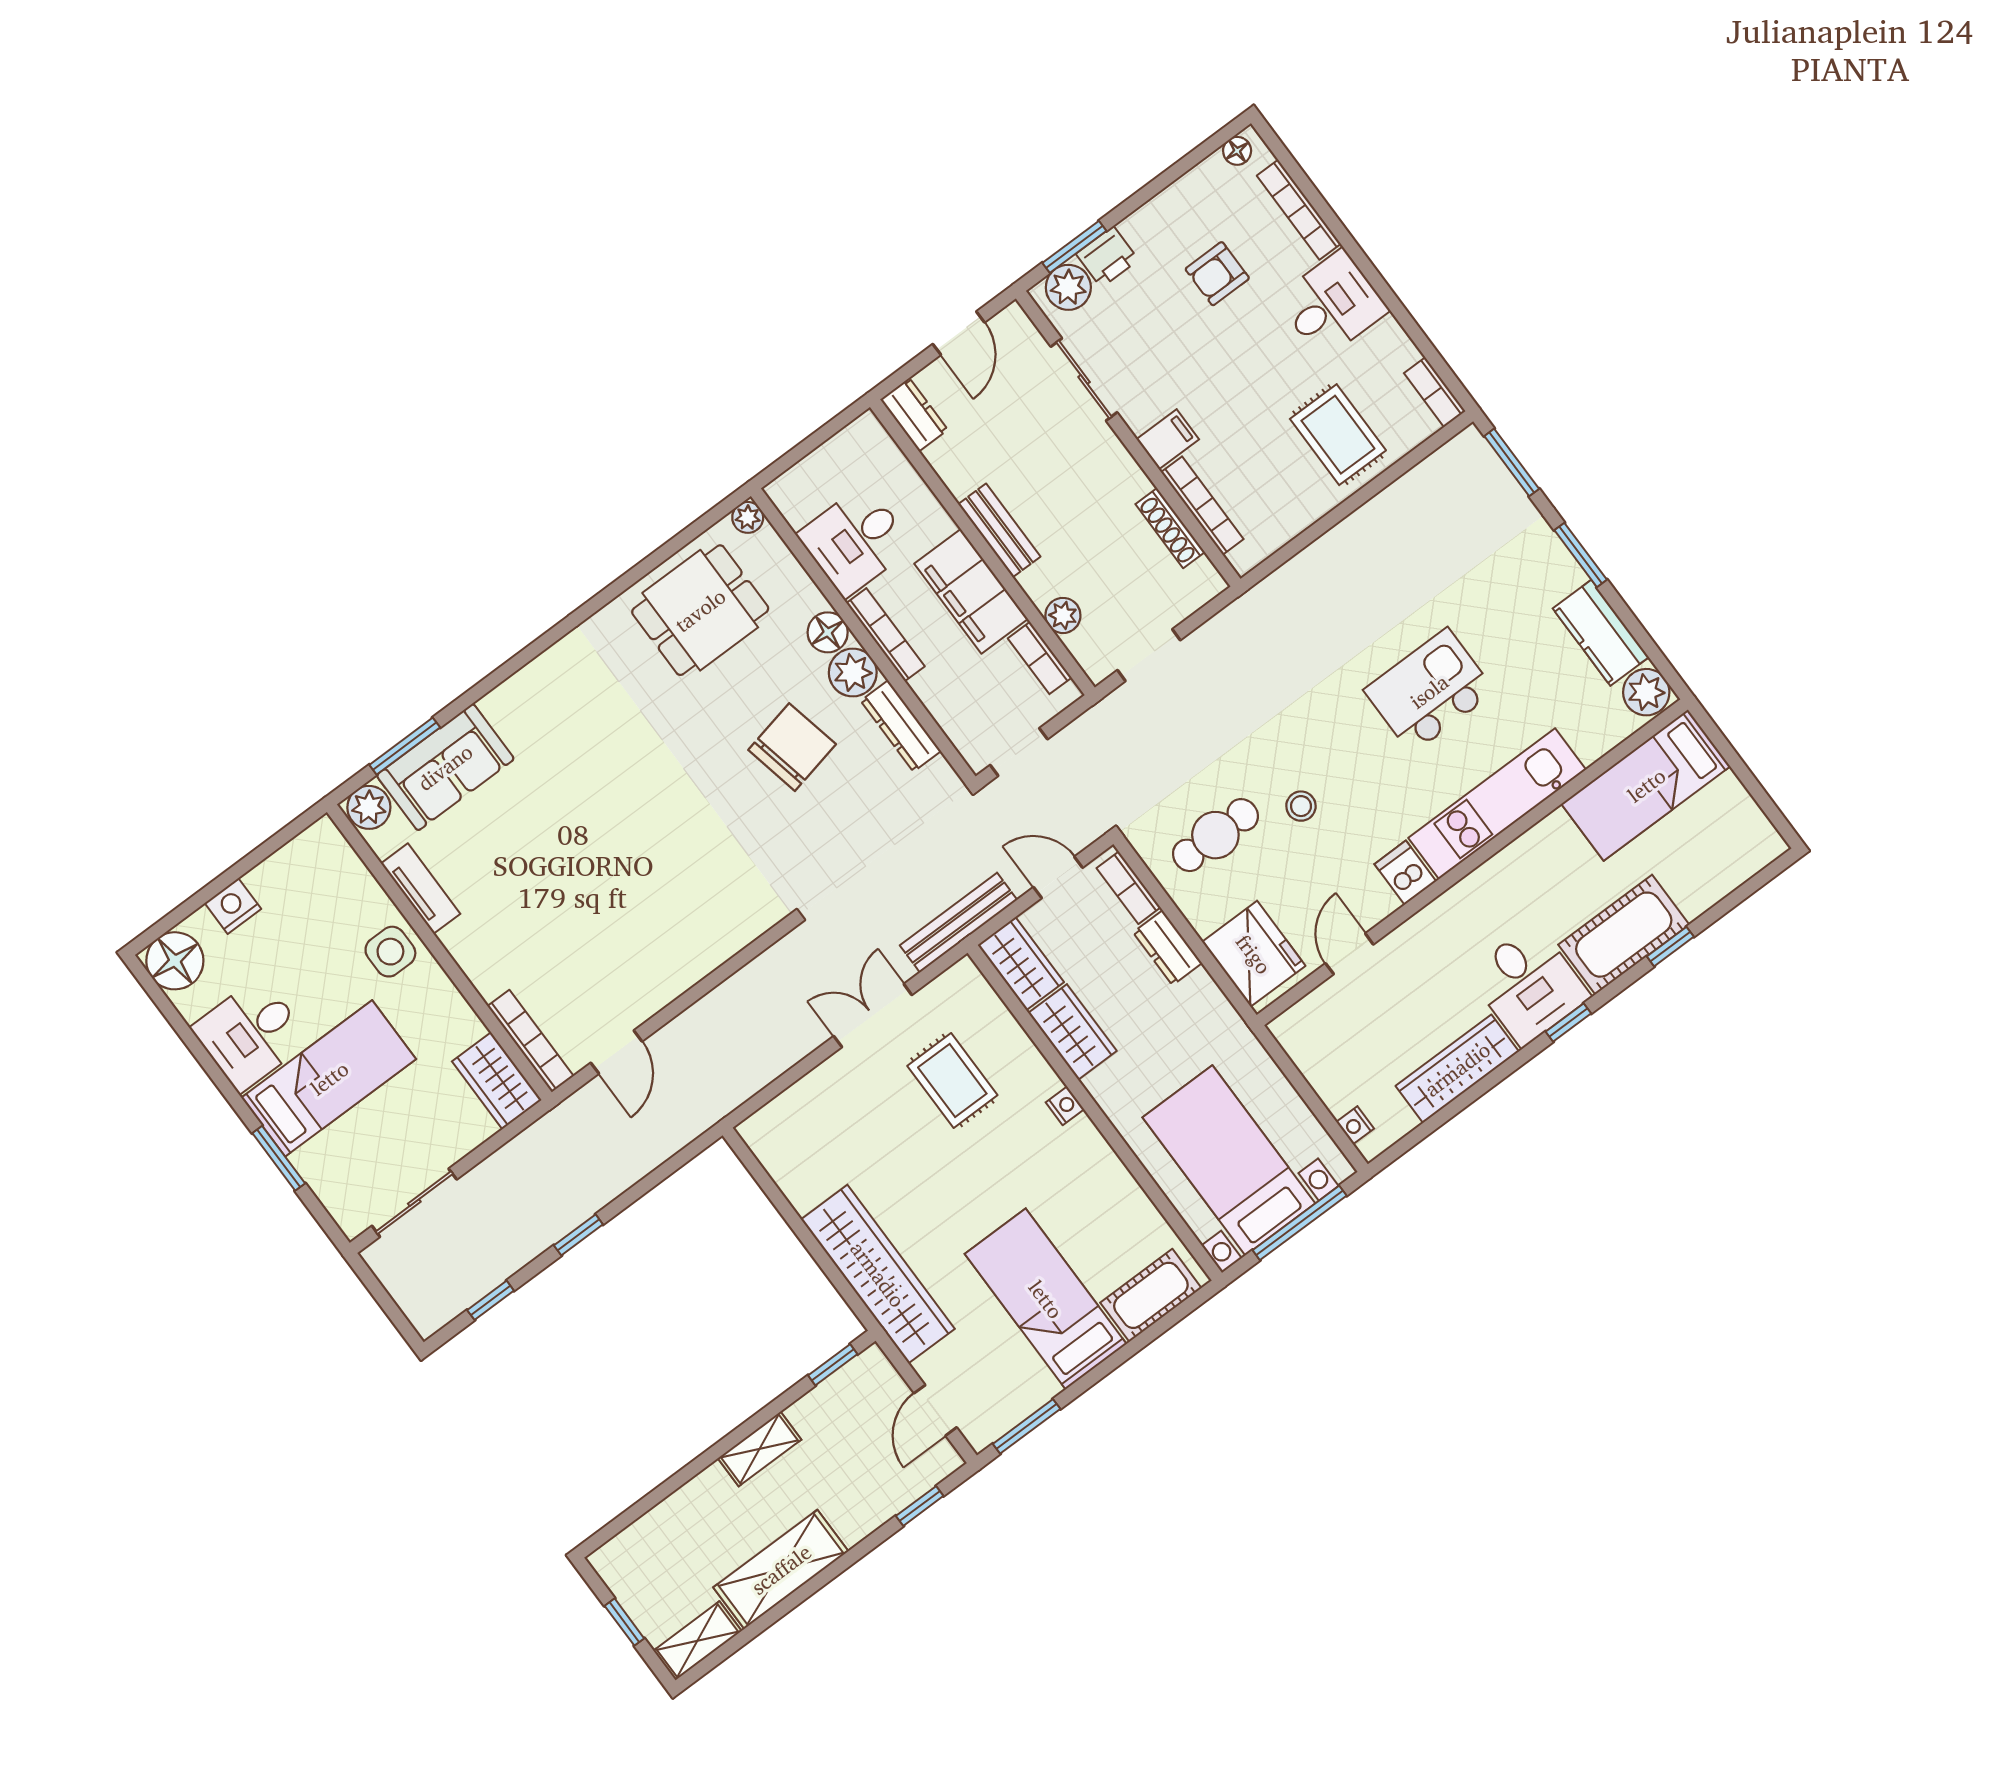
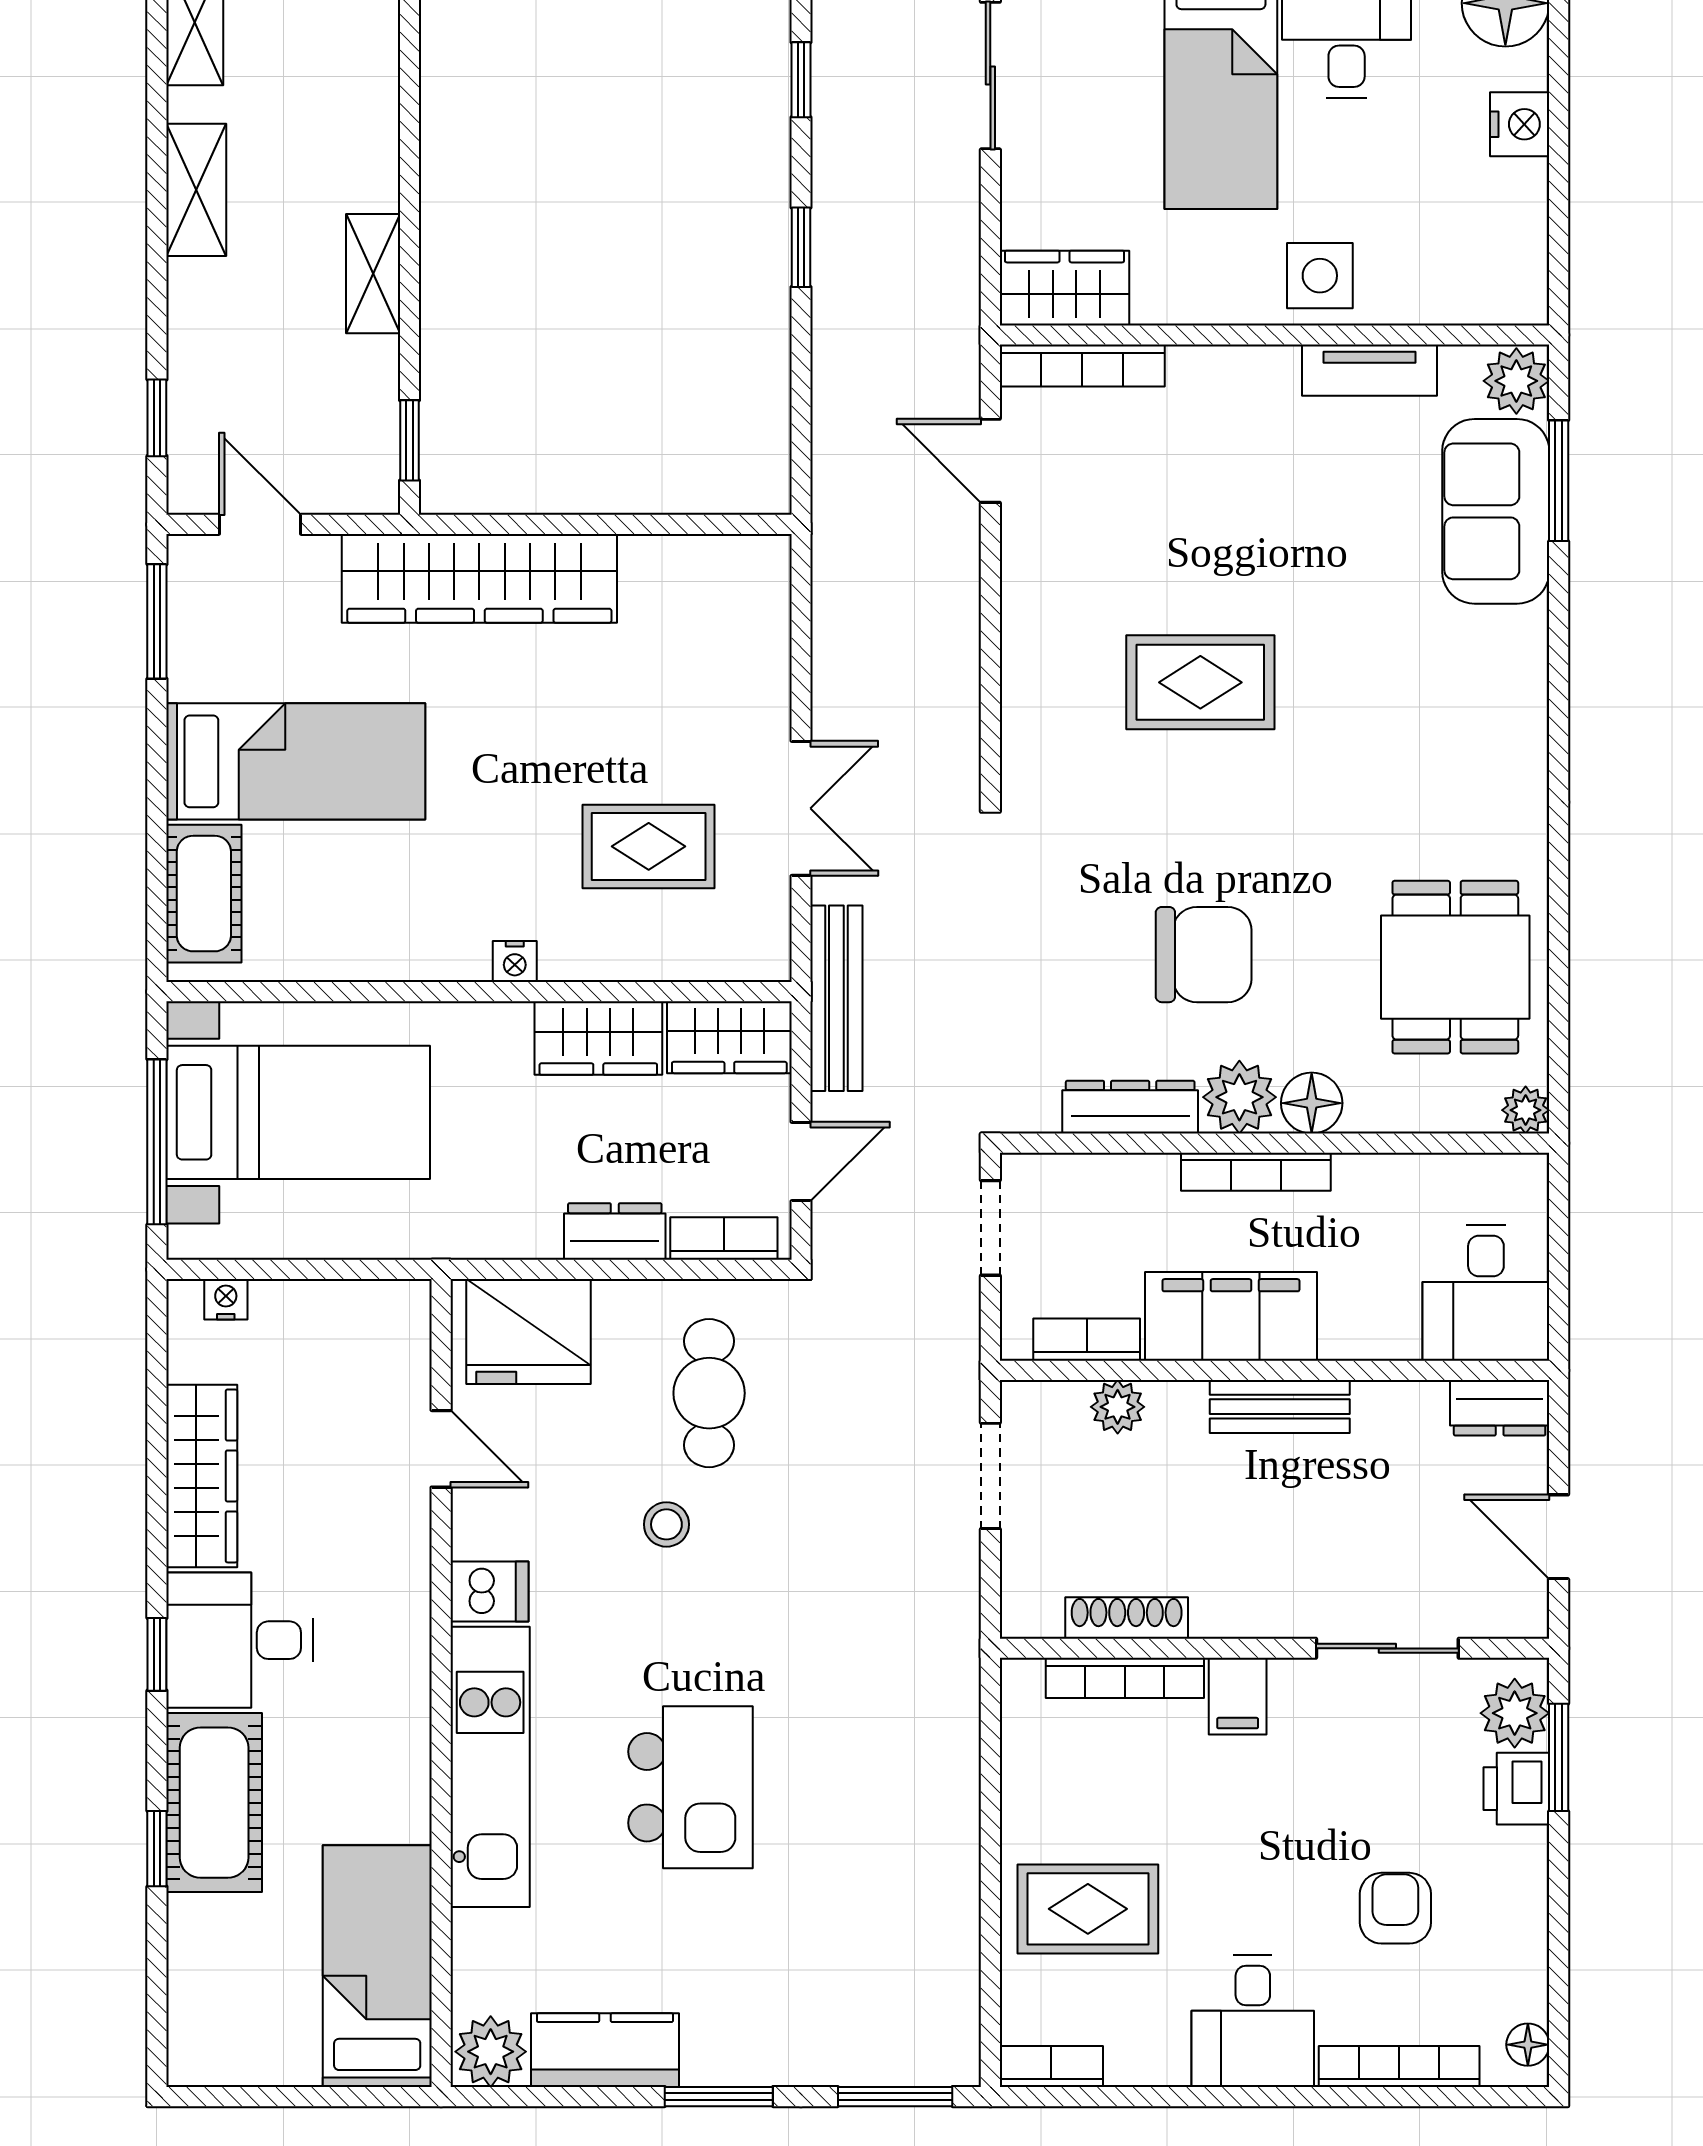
desk: (855, 541) -> (1486, 1293), moved, turned 180
chair: (792, 747) -> (1204, 955), turned -78
rug: (650, 855) -> (1200, 682), added
shelving: (781, 1569) -> (196, 190), width x0.67, depth x0.75

